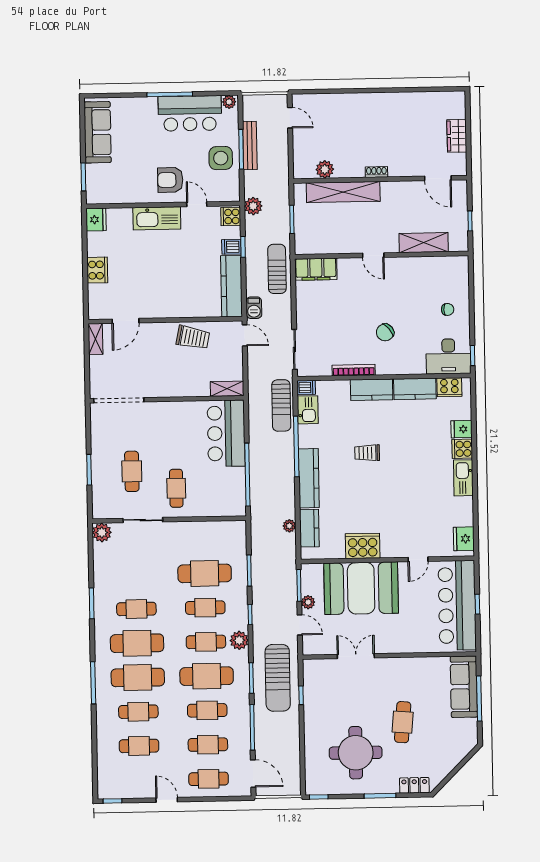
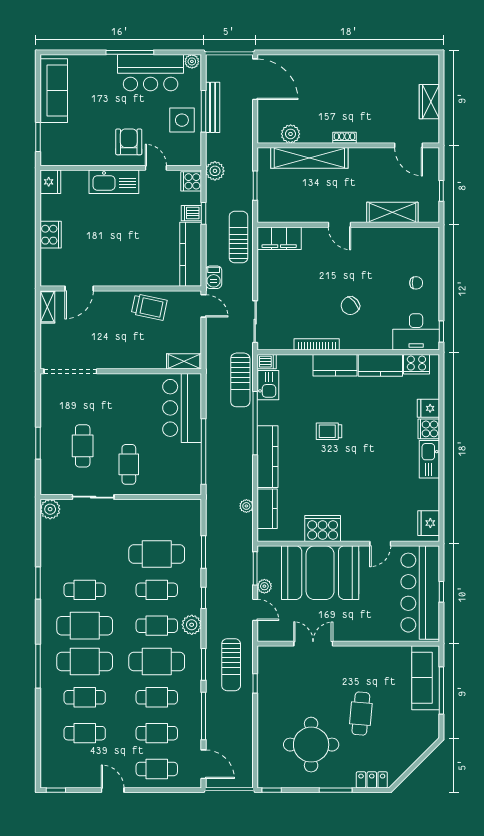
door: (290, 118) -> (255, 79), width x1.88
armchair: (170, 180) -> (129, 142), turned 90
sun lounger: (278, 678) -> (231, 665), width x0.73, depth x0.75

